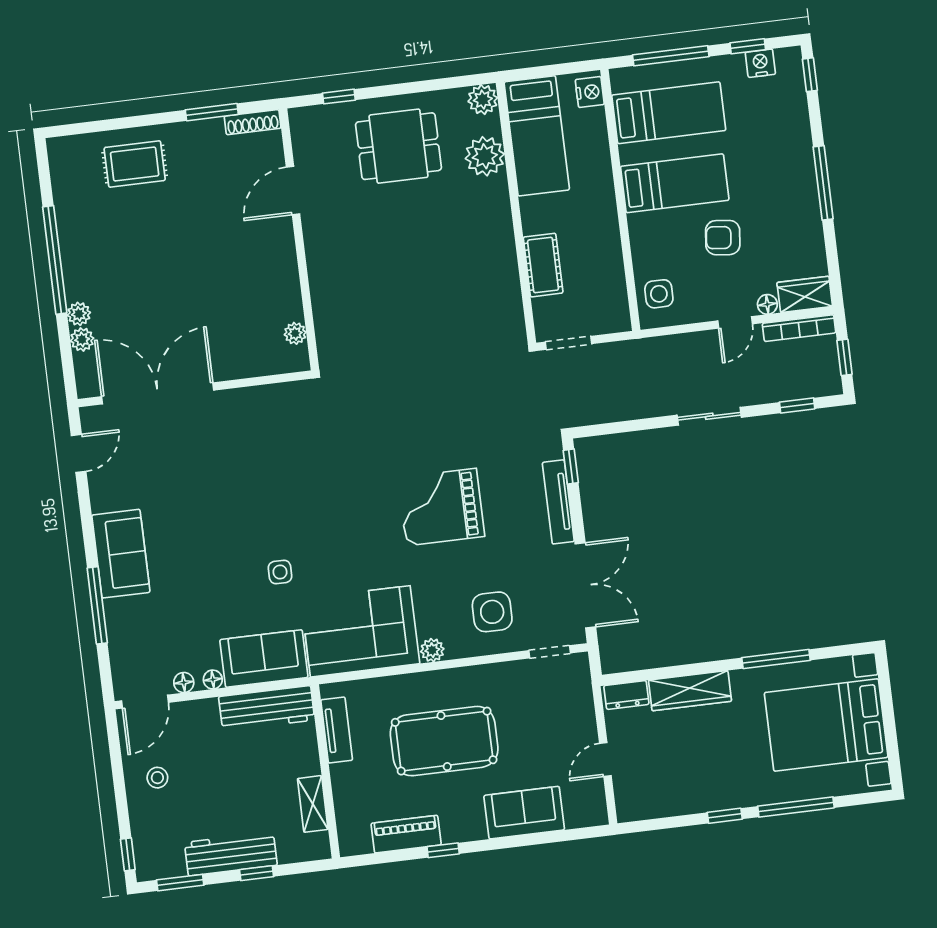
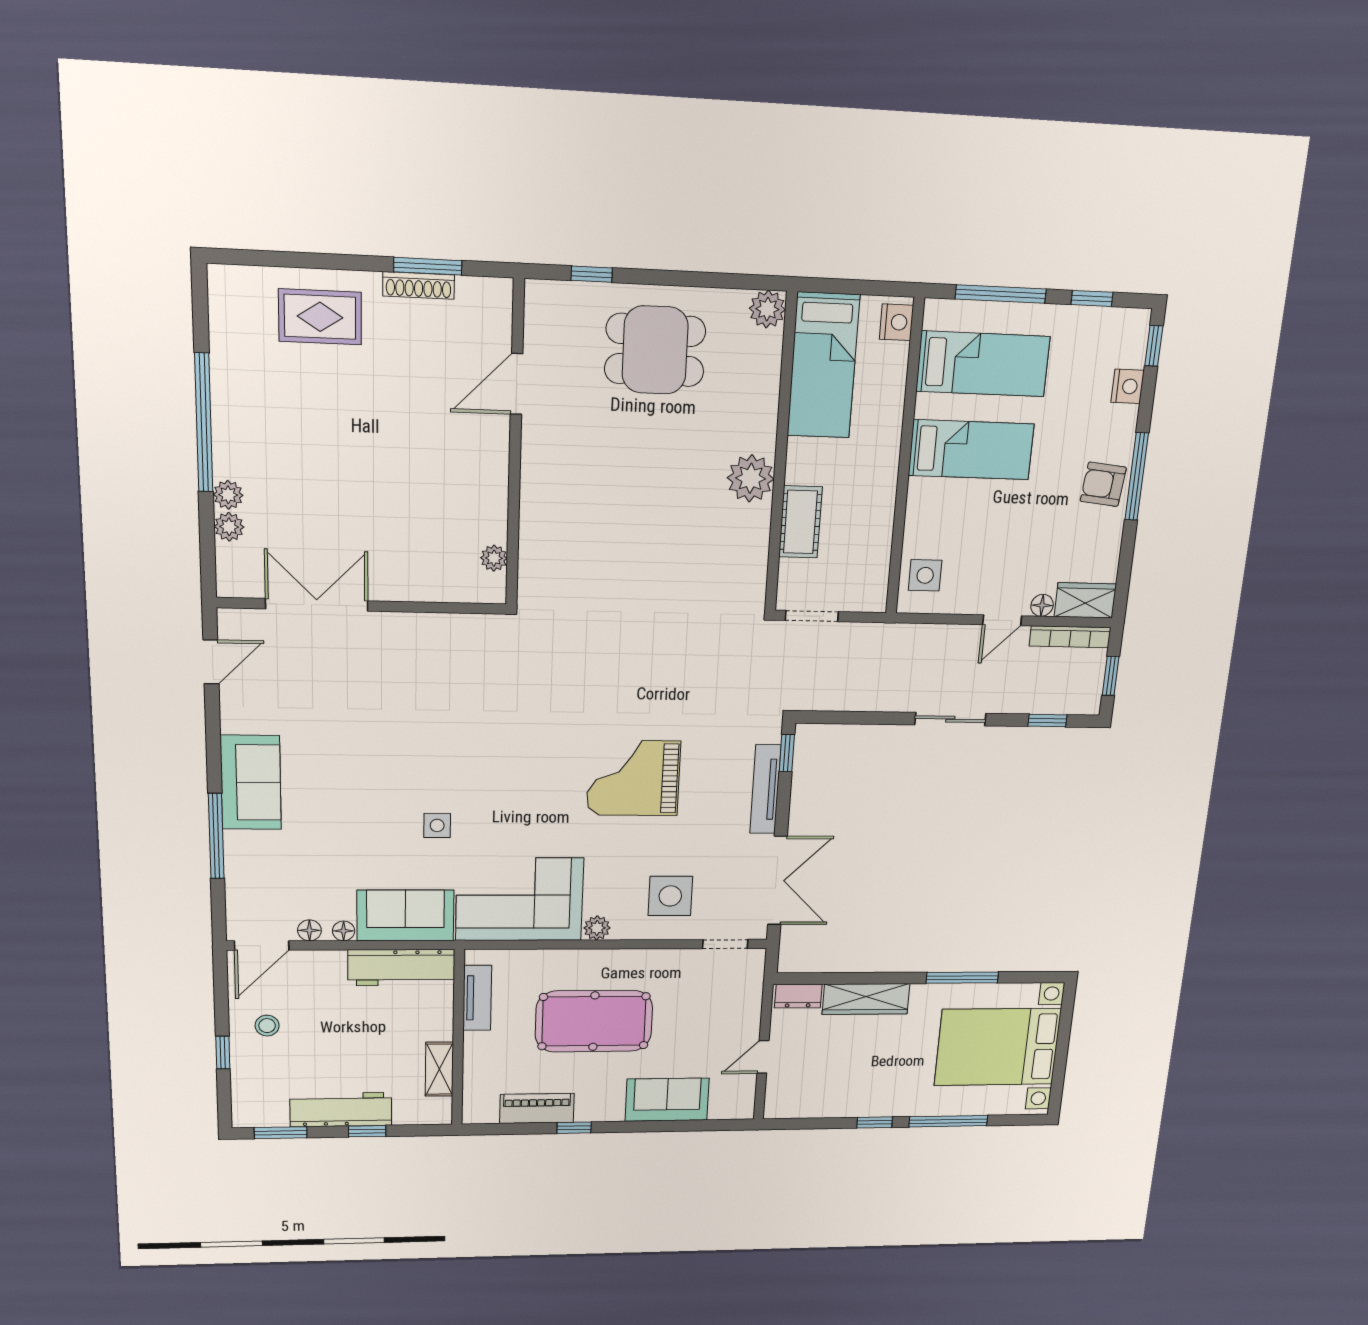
nightstand: (760, 63) -> (1128, 386), moved, turned 90
shoe rack: (253, 122) -> (419, 286), moved
plant: (485, 156) -> (751, 478), moved
armchair: (723, 238) -> (1103, 484), moved
double door: (158, 393) -> (317, 605), width x0.73
window: (128, 854) -> (223, 1052), moved

